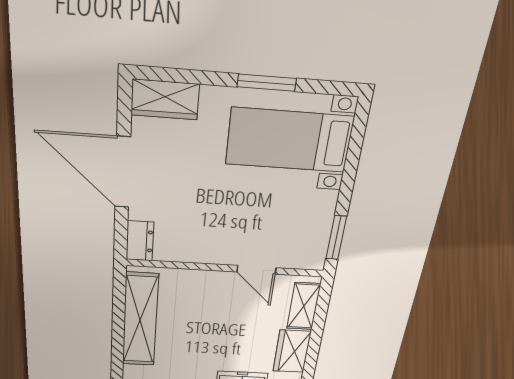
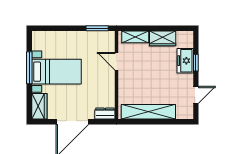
window: (267, 83) -> (29, 68), width x1.44
bed with nightstands: (289, 140) -> (56, 72), moved, turned -90
door: (256, 270) -> (116, 61), swing flipped

